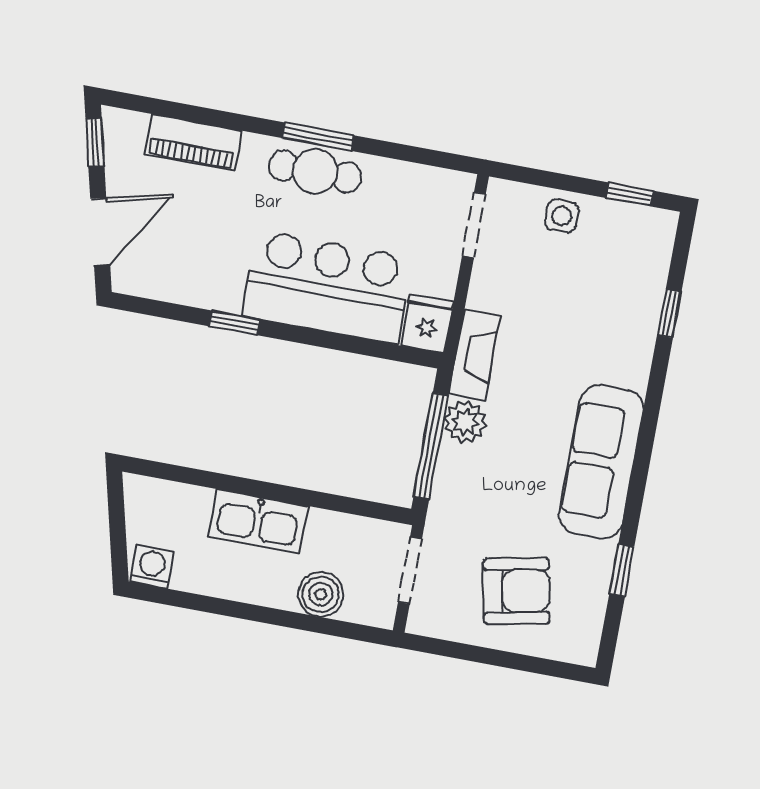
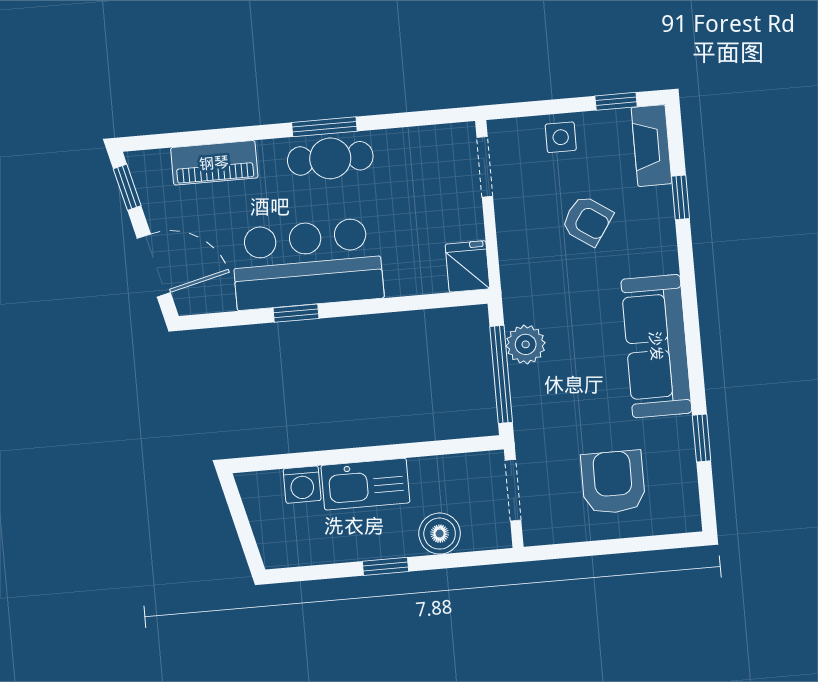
door: (100, 232) -> (154, 265), hinge flipped
bar counter: (327, 287) -> (307, 264), moved
armchair: (565, 311) -> (587, 221), added
fireplace: (475, 355) -> (652, 146), moved, turned 180
washing machine: (152, 567) -> (302, 485), moved, turned 180
armchair: (517, 591) -> (613, 482), turned -79
window: (255, 613) -> (386, 566), added

